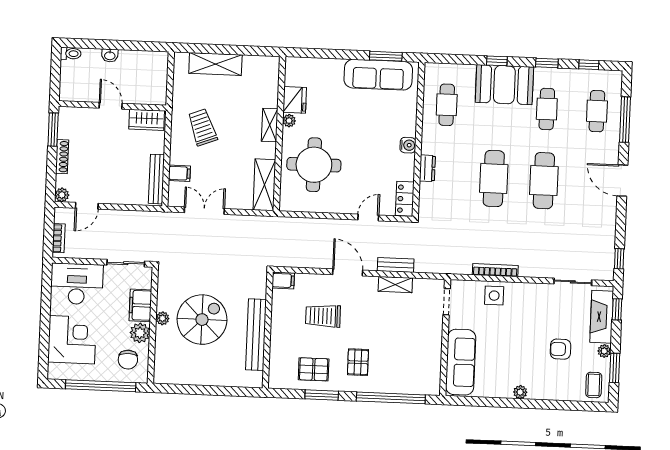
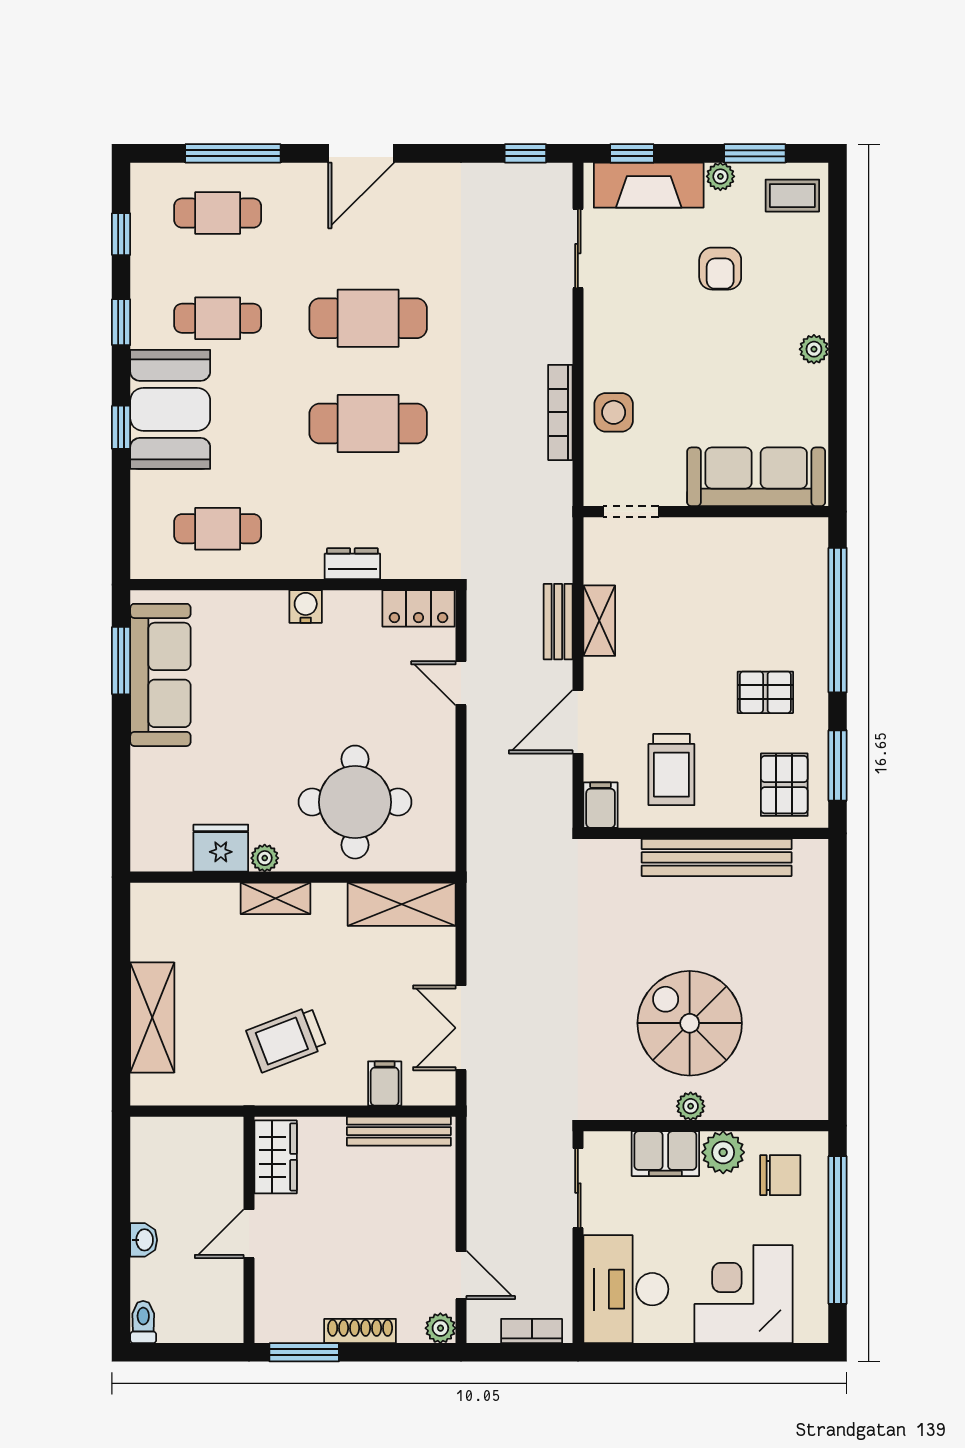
filing cabinet: (283, 280) -> (601, 805), moved
wall: (268, 330) -> (706, 833), moved
bench: (256, 335) -> (717, 857), moved

